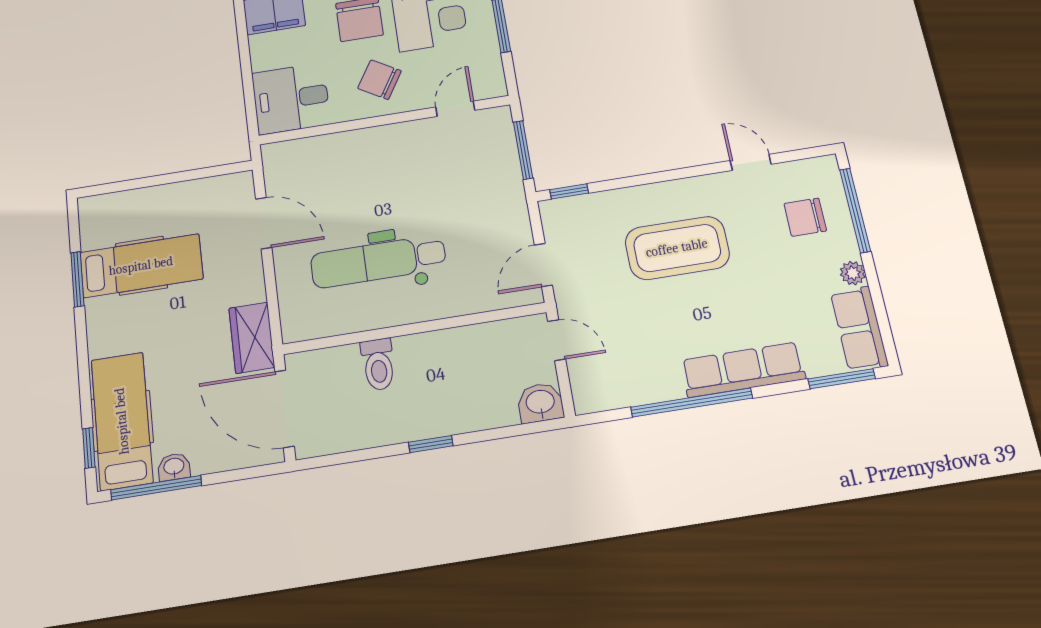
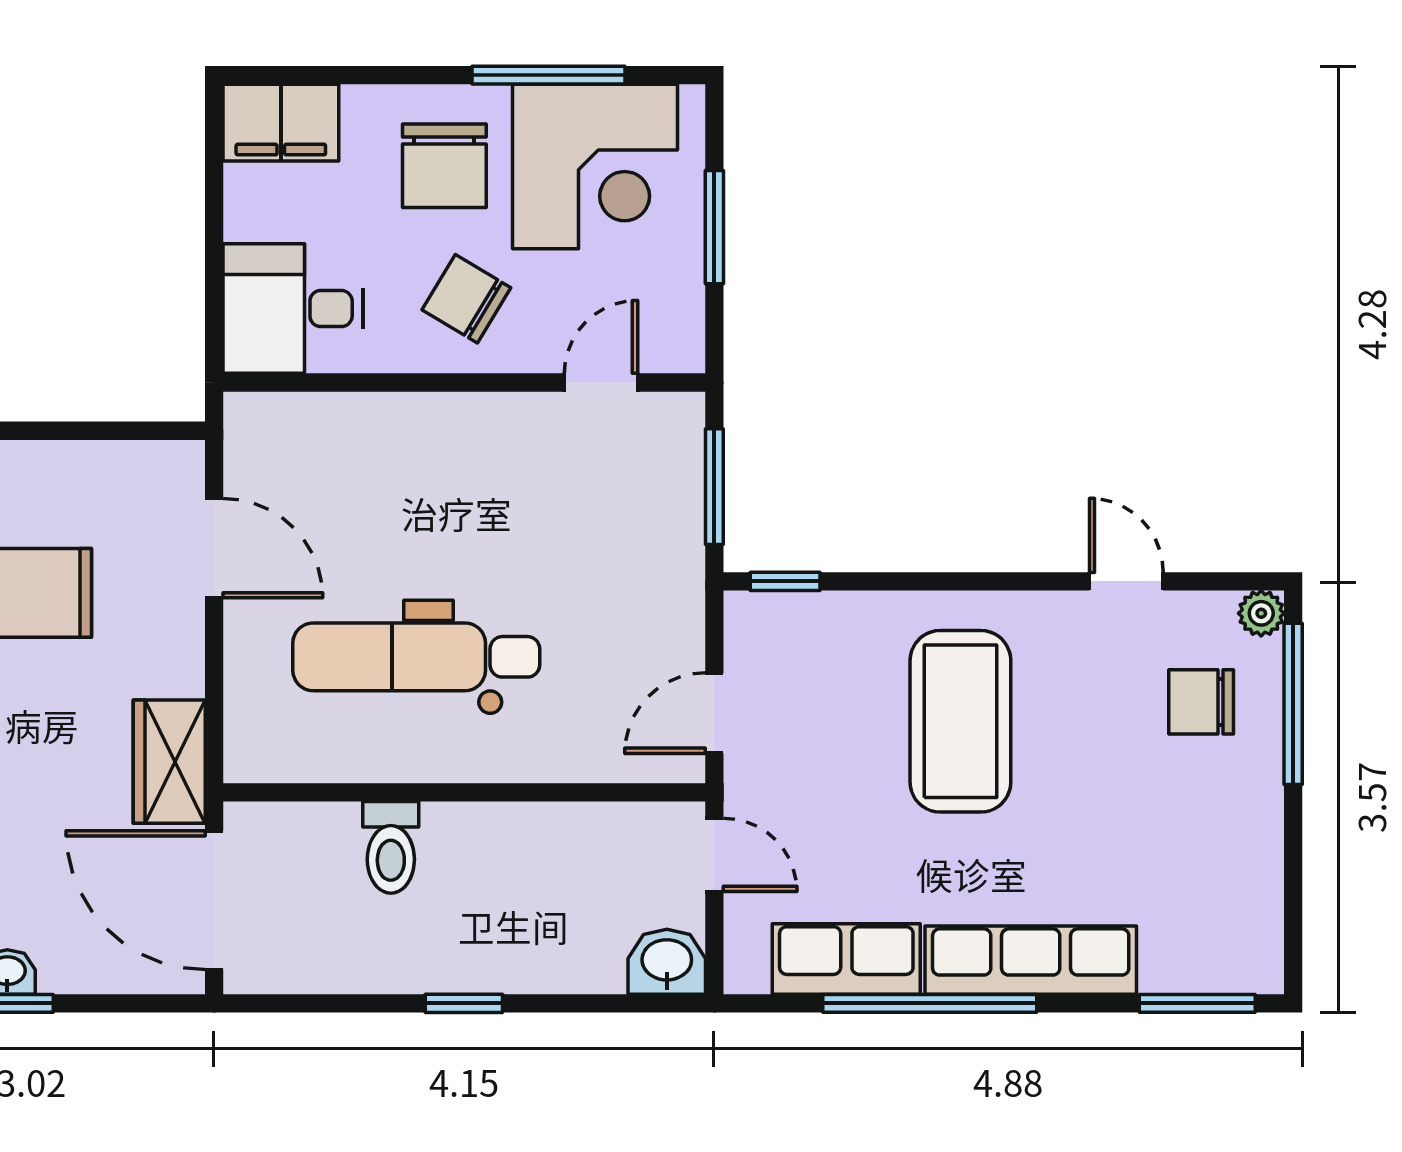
coffee table: (677, 248) -> (960, 721), turned 90
plant: (853, 273) -> (1261, 613), moved
row of seats: (859, 329) -> (846, 959), moved, turned 90

